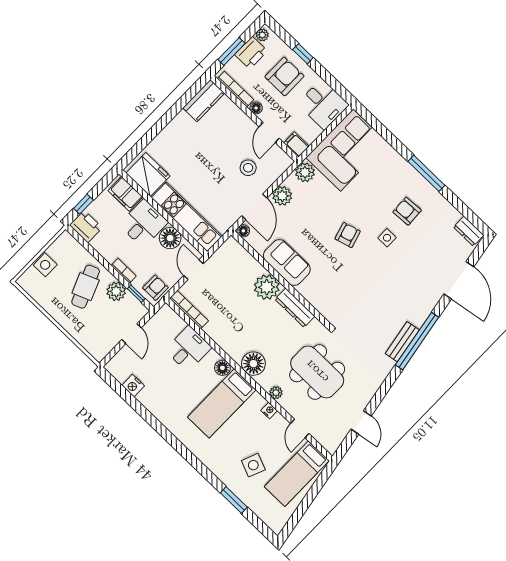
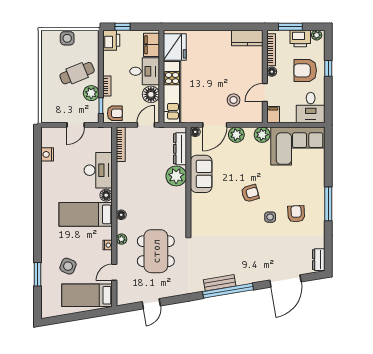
armchair: (284, 76) -> (305, 70), turned 180
dresser: (295, 308) -> (180, 149), moved
desk: (188, 349) -> (98, 170), width x1.37
floor lamp: (253, 364) -> (121, 215), width x0.53, depth x0.53

